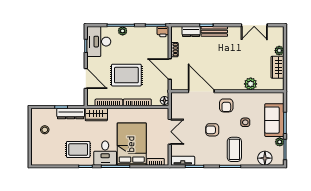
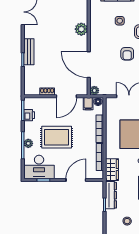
printer: (163, 32) -> (29, 115), moved
dresser: (191, 32) -> (29, 75), removed
rug: (126, 75) -> (57, 137), moved, turned 90
plant: (251, 84) -> (81, 29), moved
filing cabinet: (162, 91) -> (88, 104), added
door: (201, 91) -> (89, 65), hinge flipped
plant: (175, 97) -> (94, 91), added
armchair: (226, 105) -> (103, 40), removed

